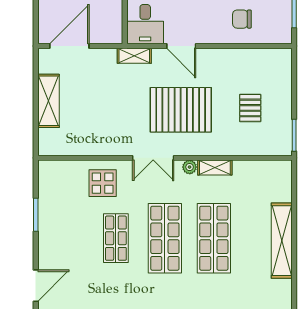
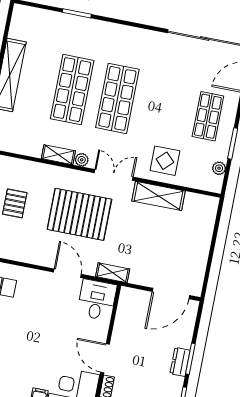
shelving: (48, 101) -> (158, 196), moved, turned 90
plant: (45, 186) -> (219, 168), added
shop shelf: (116, 238) -> (208, 116), moved

